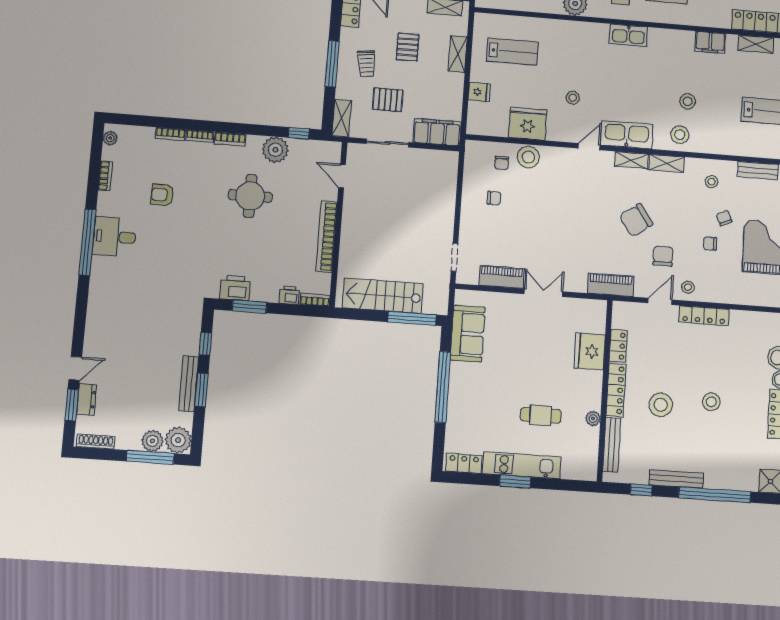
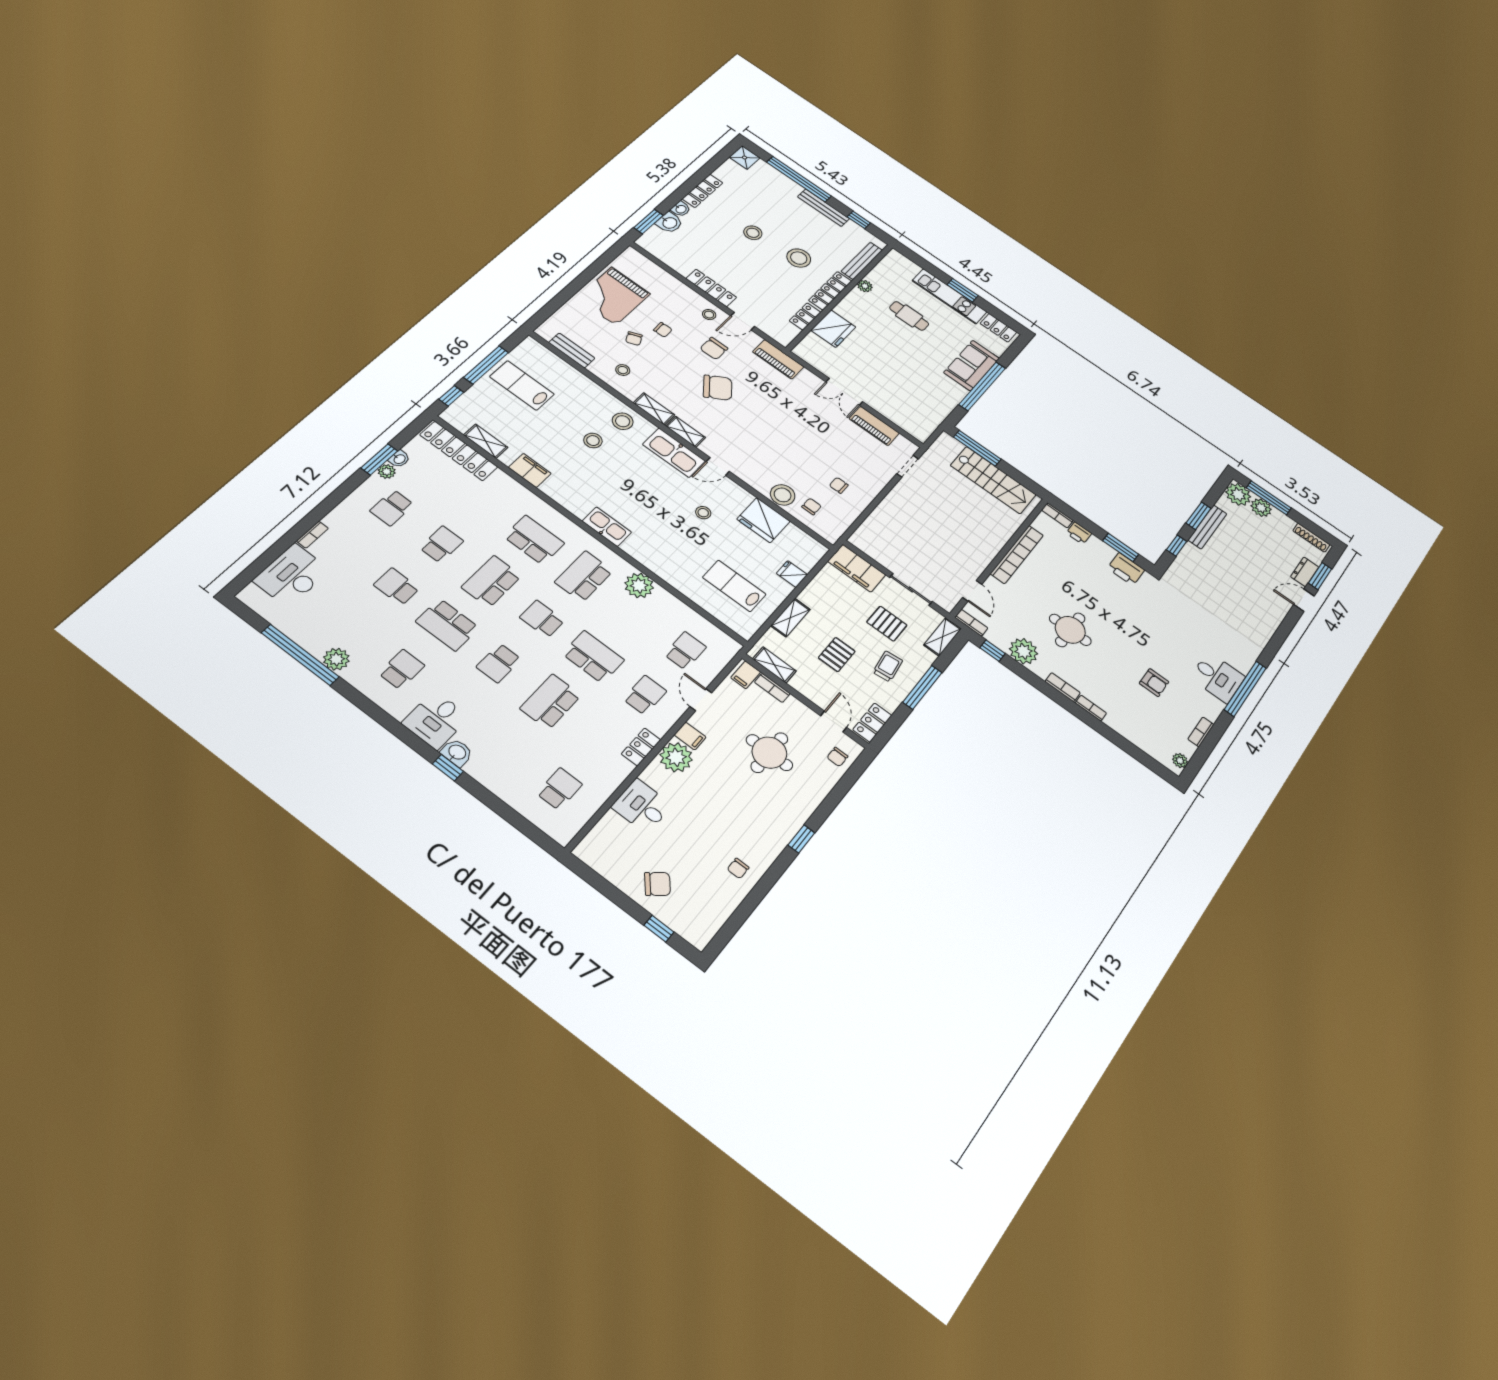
bookcase: (170, 134) -> (971, 623), moved
sofa: (468, 334) -> (972, 365), moved

